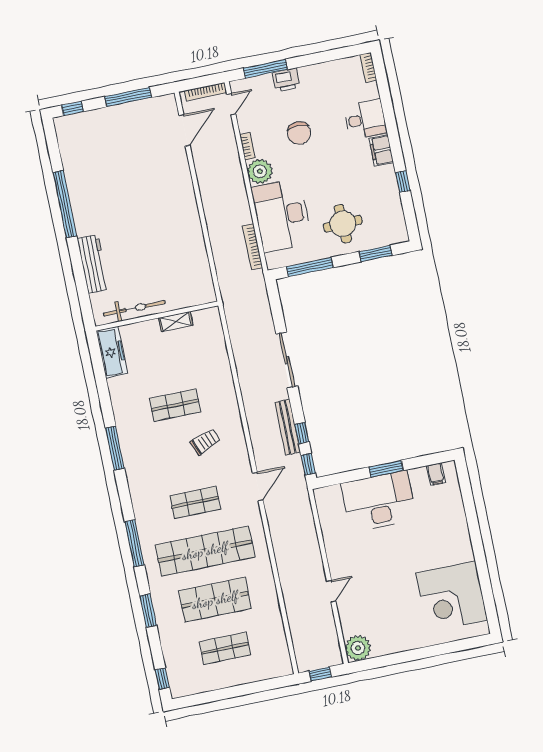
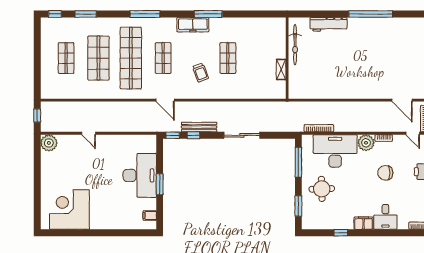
freezer: (112, 352) -> (193, 25), moved
window: (148, 610) -> (86, 14), moved

